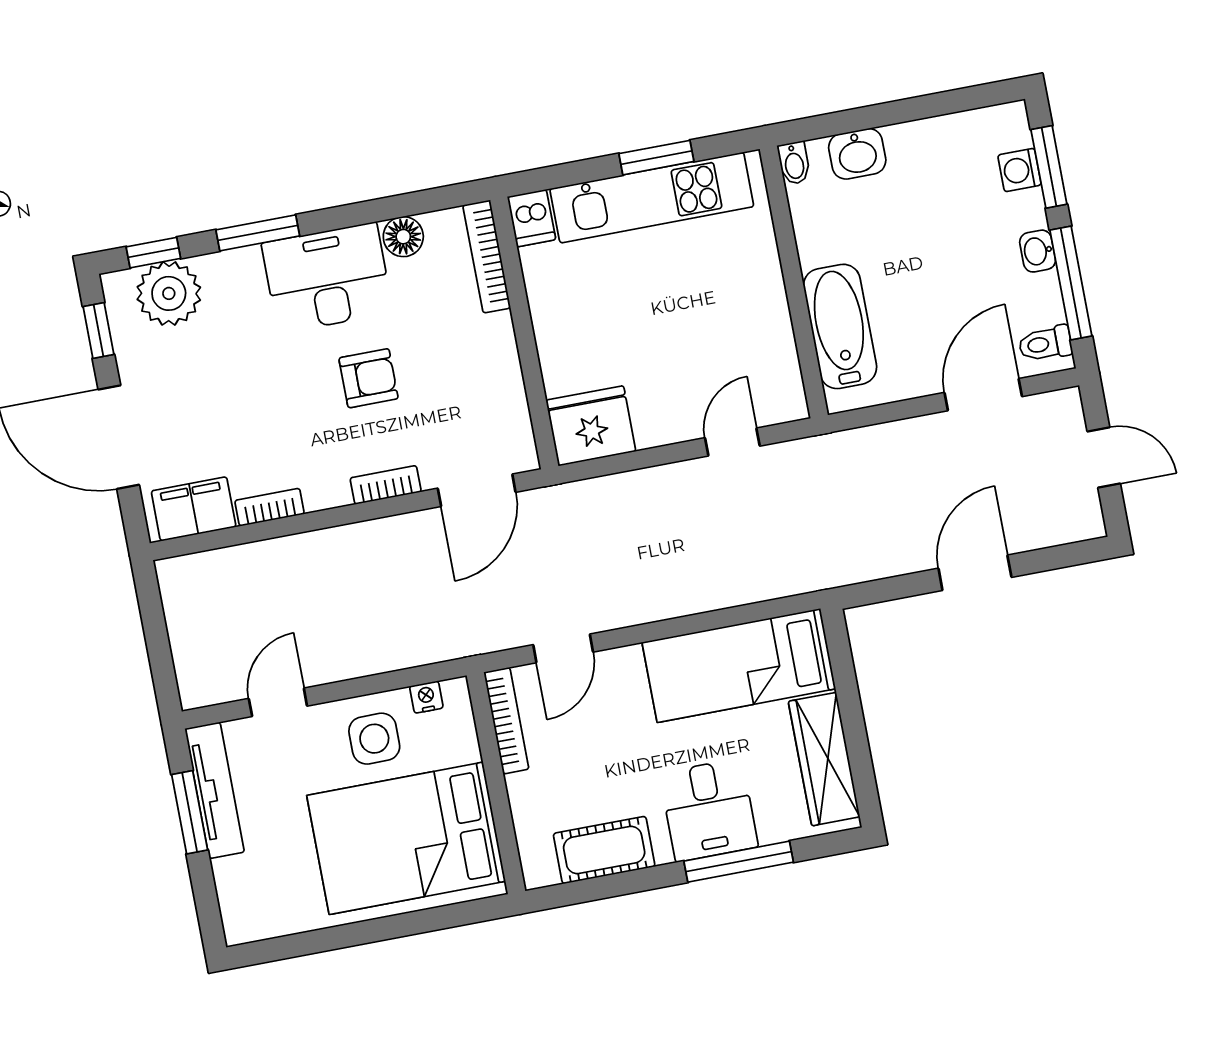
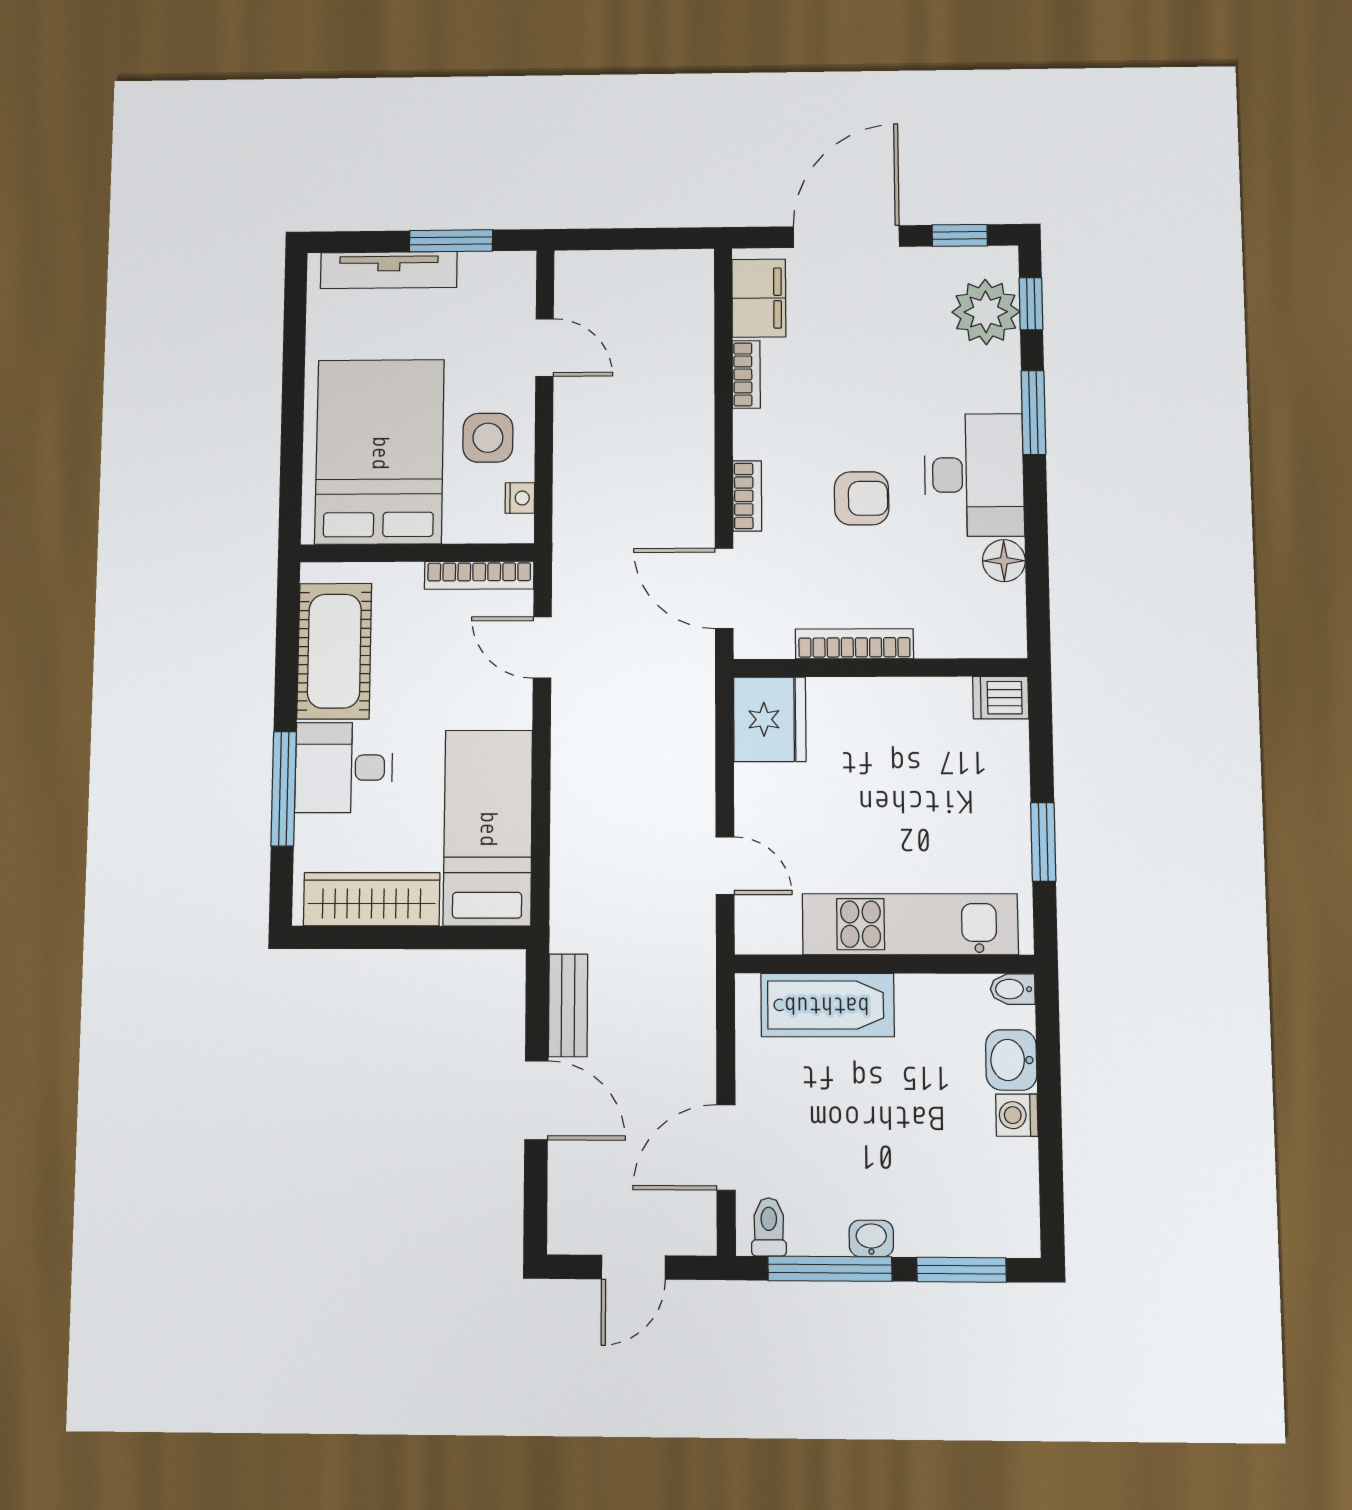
washing machine: (1020, 170) -> (1017, 1115), moved, turned -90
kitchen unit: (652, 198) -> (910, 924), moved, turned 90
bookcase: (487, 257) -> (854, 644), moved
armchair: (369, 378) -> (862, 498), turned -90
door: (983, 395) -> (726, 1147), swing flipped
bench: (885, 561) -> (568, 1005), added
tv unit: (215, 790) -> (389, 270), moved
cot: (604, 850) -> (334, 651), width x1.37, depth x1.34

